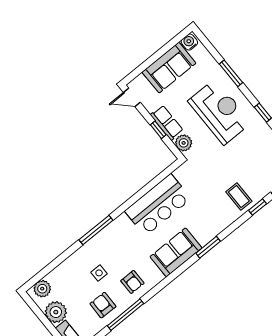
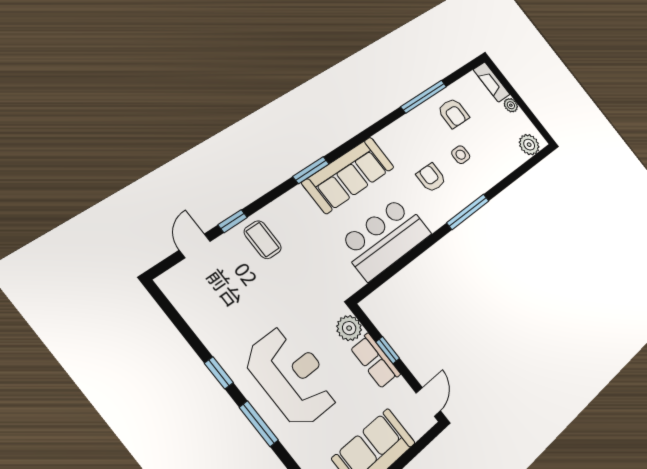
window: (231, 73) -> (259, 424), moved
door: (132, 97) -> (428, 402), hinge flipped
reception desk: (220, 112) -> (292, 376), turned 180
sofa: (176, 252) -> (349, 175), width x1.36
armchair: (132, 282) -> (431, 178), moved
plant: (56, 312) -> (511, 105), width x0.53, depth x0.53

